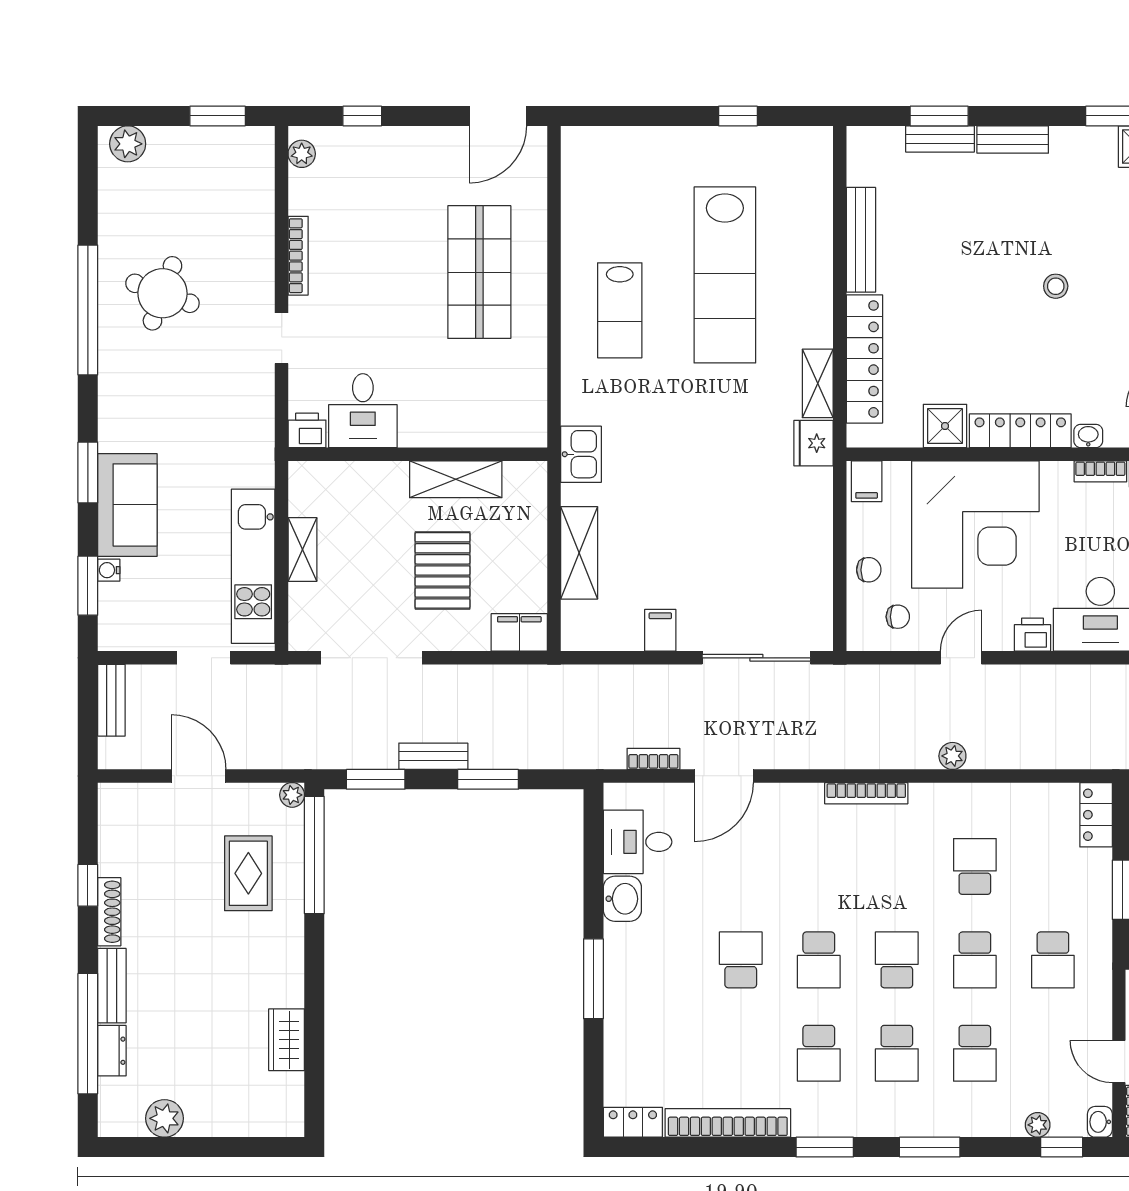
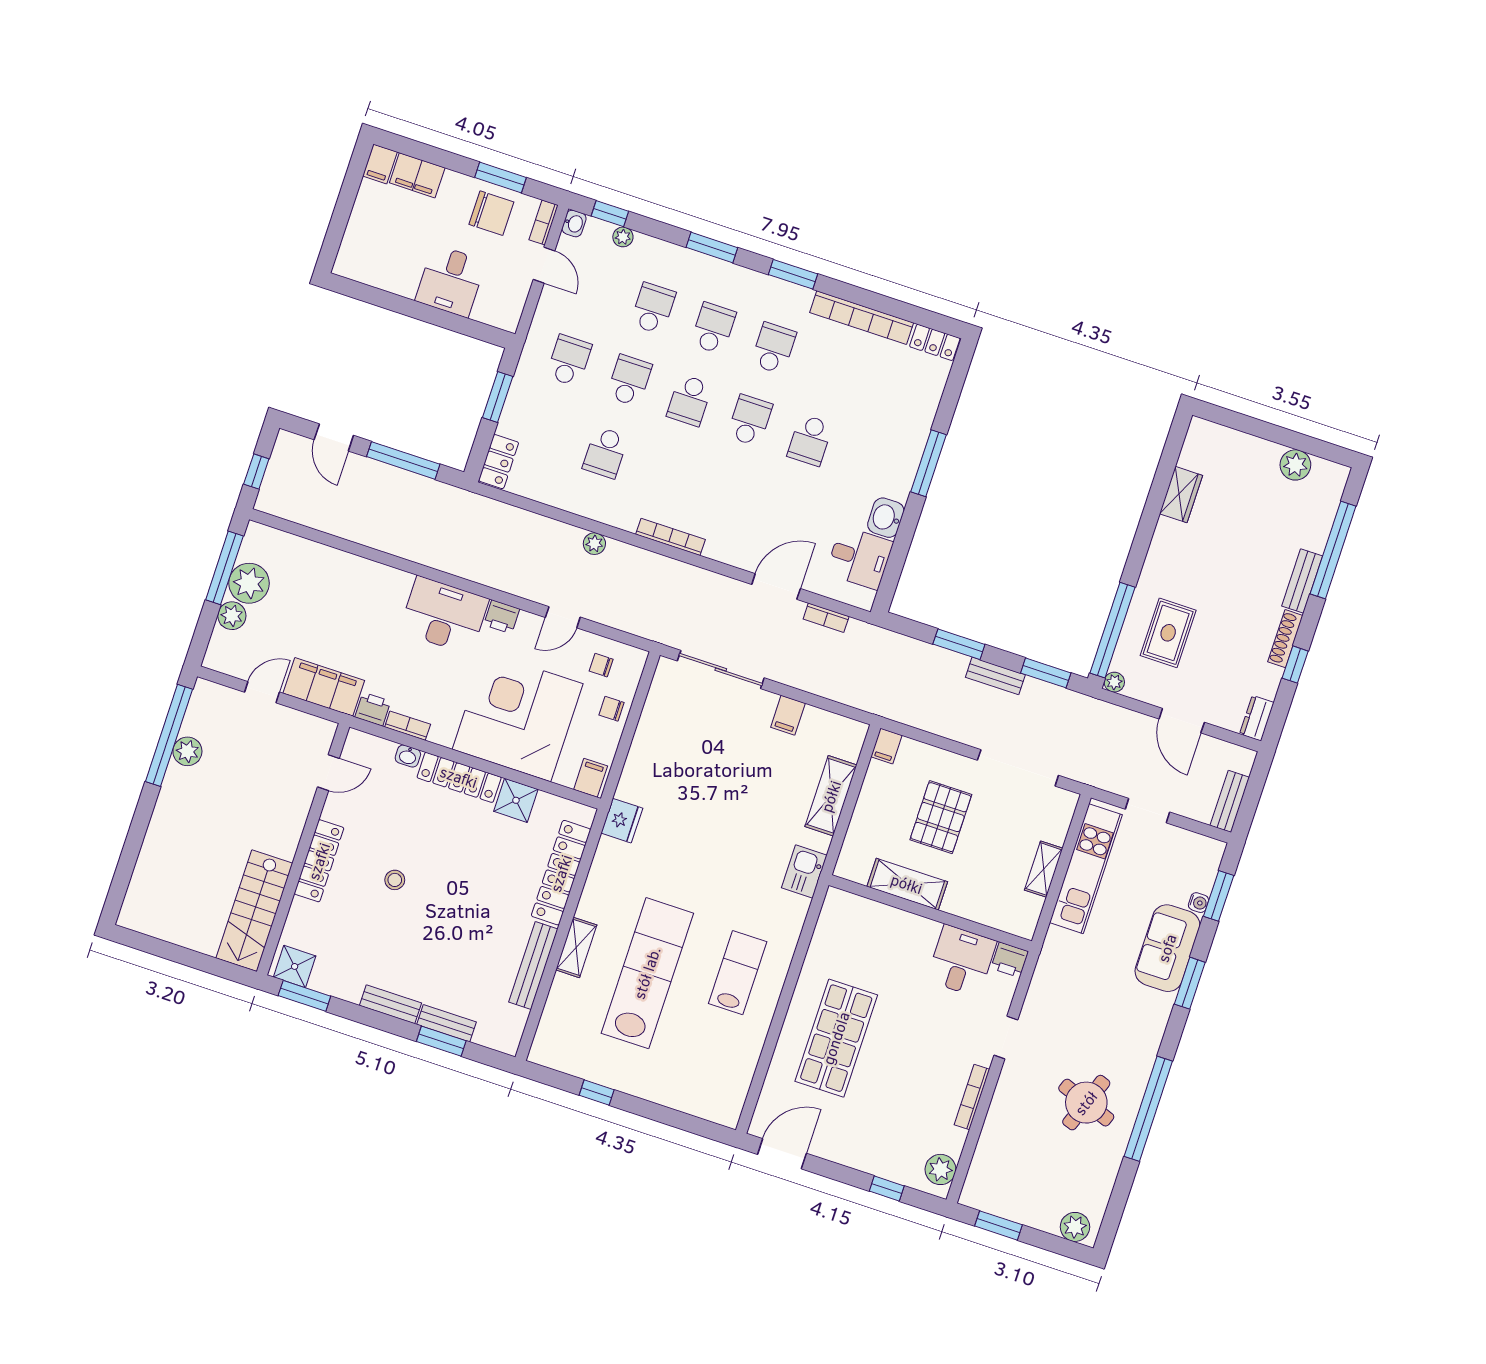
plant: (302, 154) -> (940, 1169), width x1.38, depth x1.38
shelving: (818, 383) -> (576, 947), moved
filing cabinet: (519, 632) -> (886, 746), width x0.50
dresser: (112, 1051) -> (1257, 718), moved

